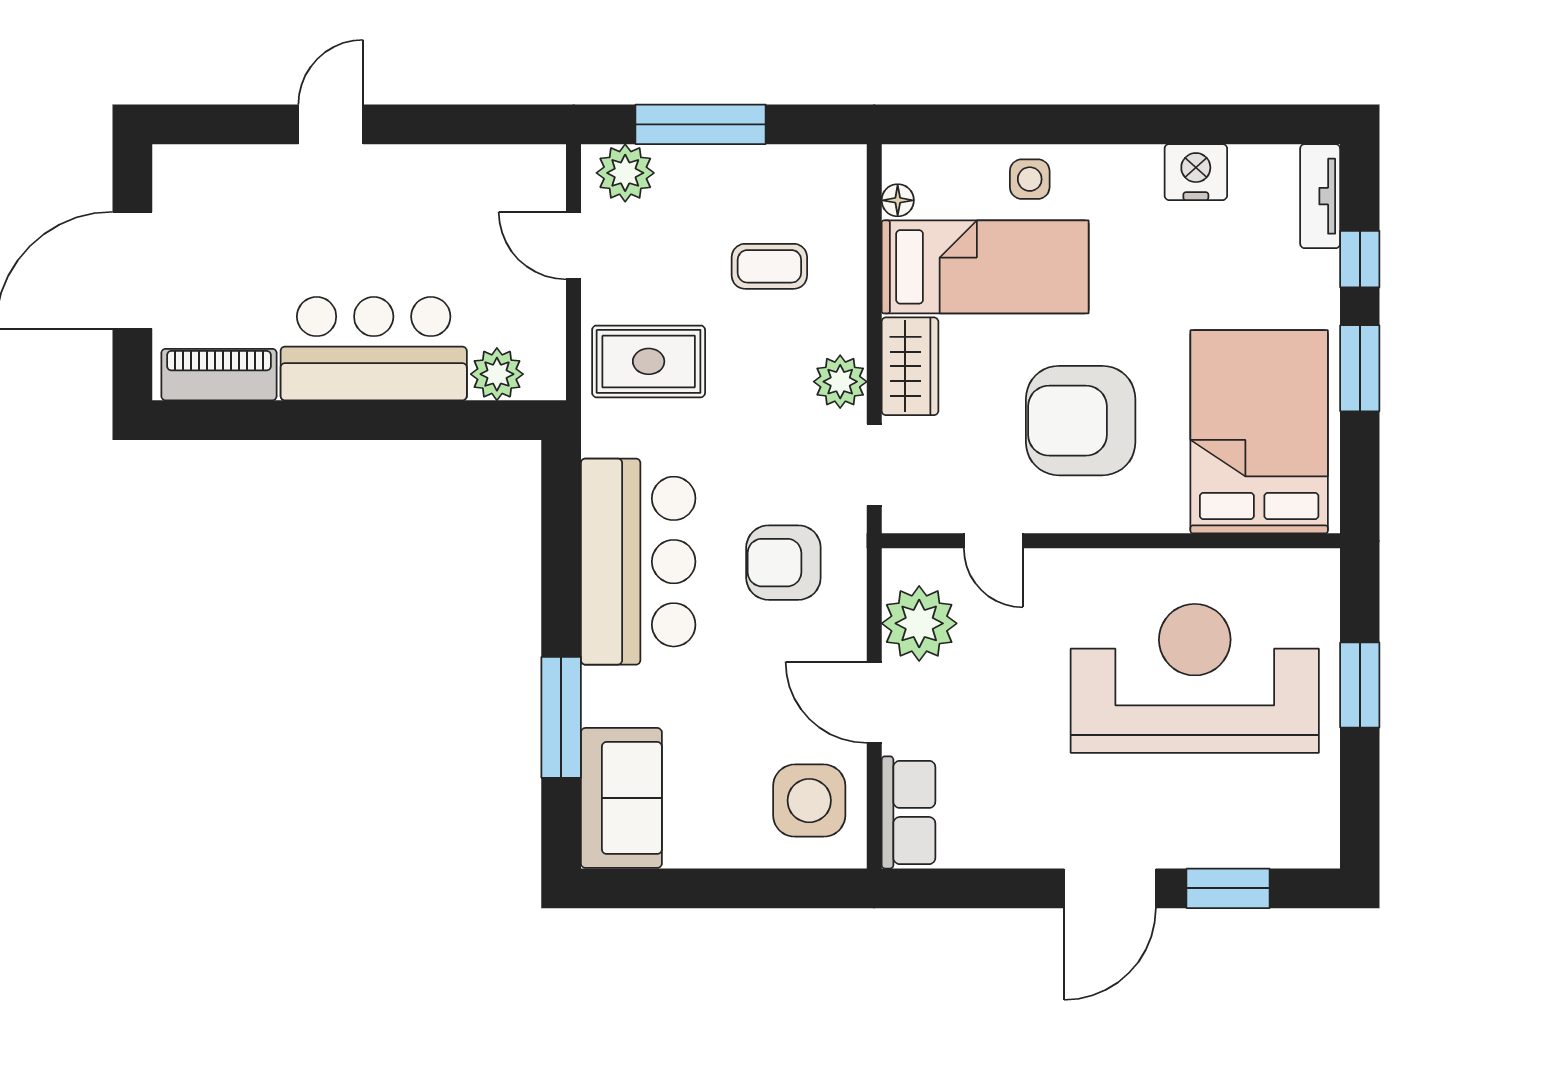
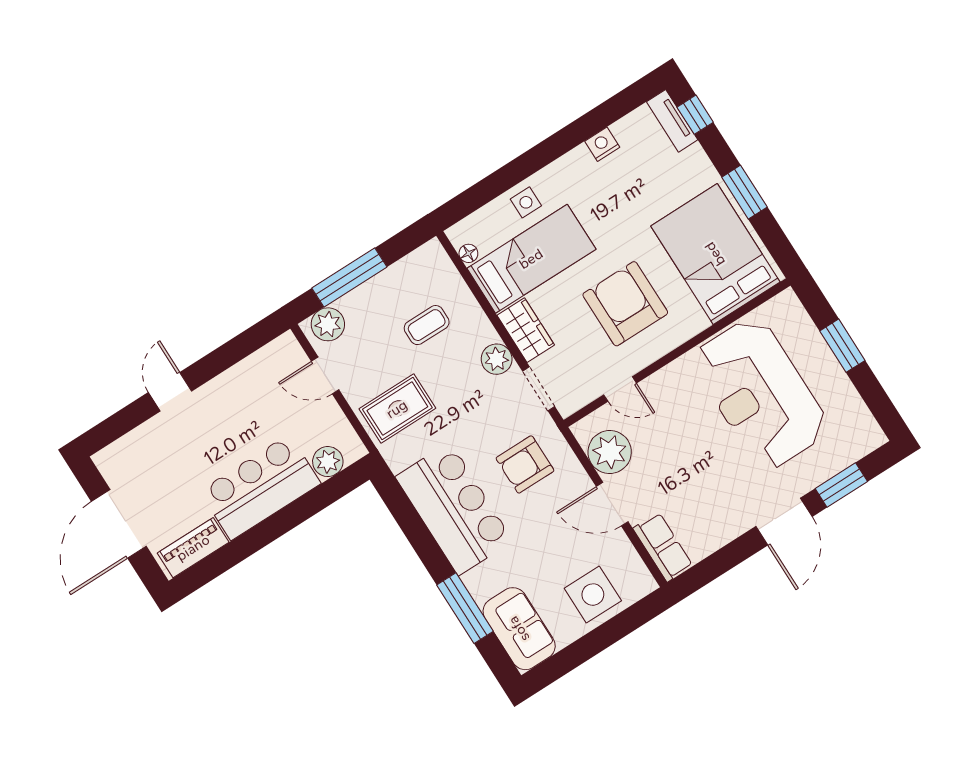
nightstand: (1196, 172) -> (602, 144), width x0.74, depth x0.75
window: (1360, 259) -> (695, 115), moved
armchair: (1081, 421) -> (625, 304), turned 90
reception desk: (1195, 678) -> (760, 394), turned -90
side table: (809, 801) -> (593, 595), moved

